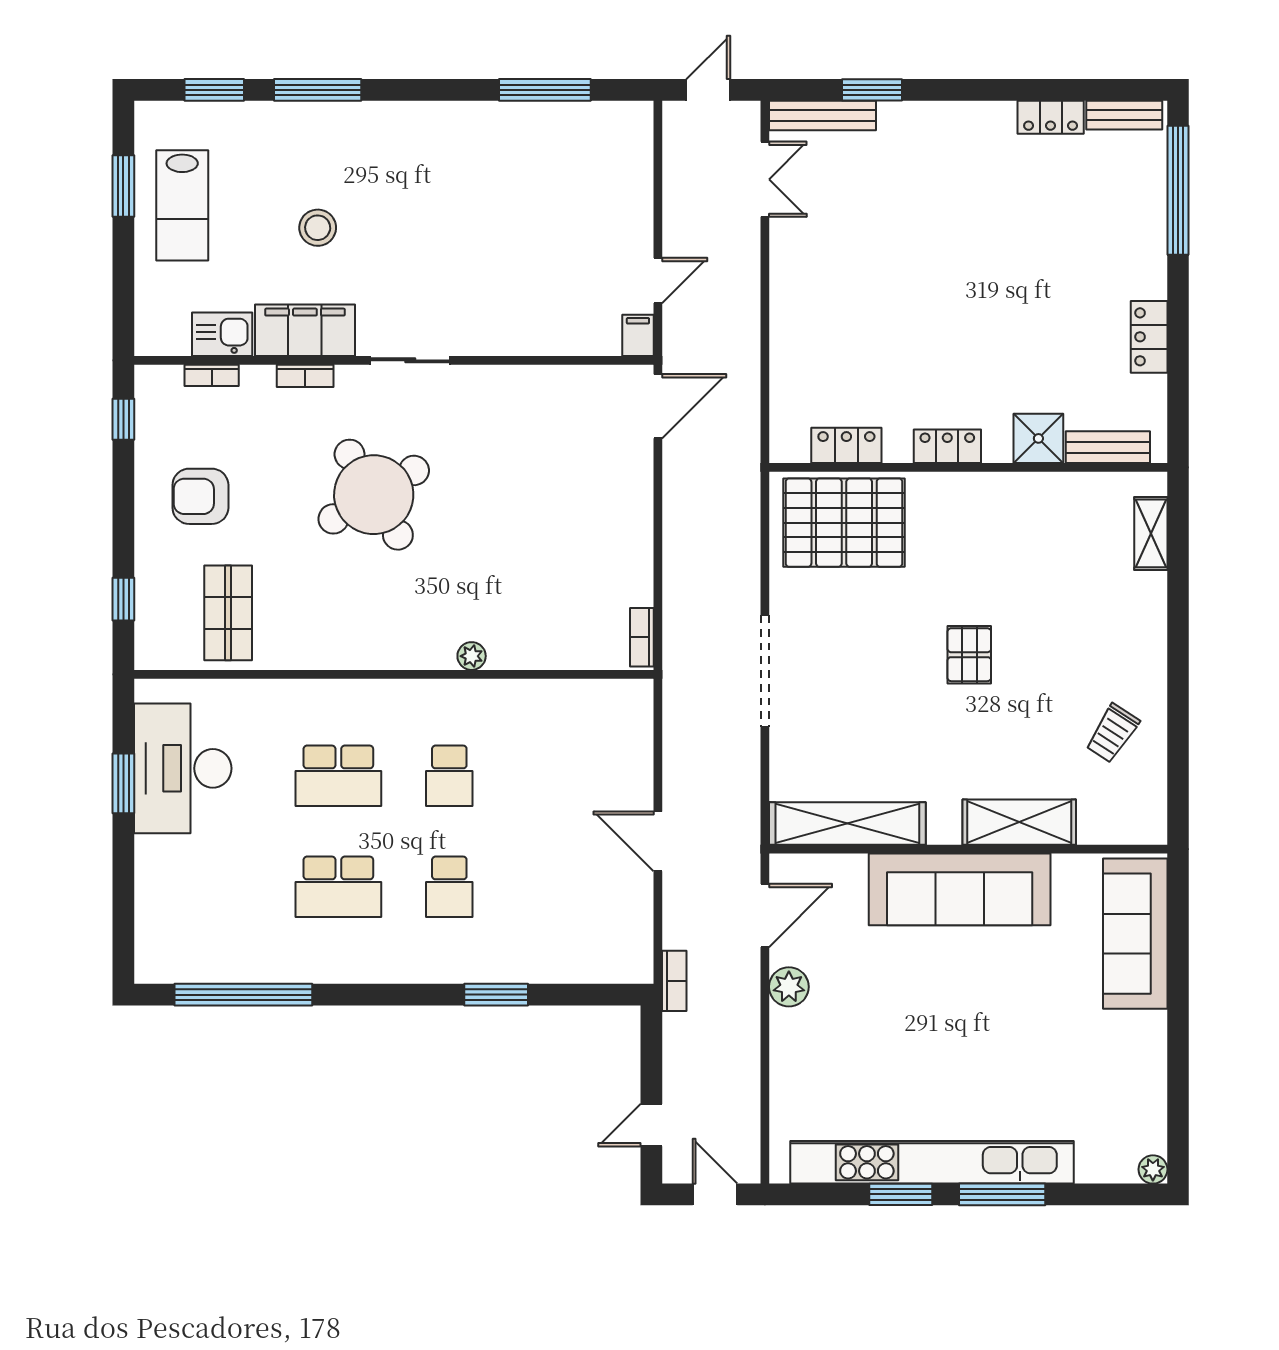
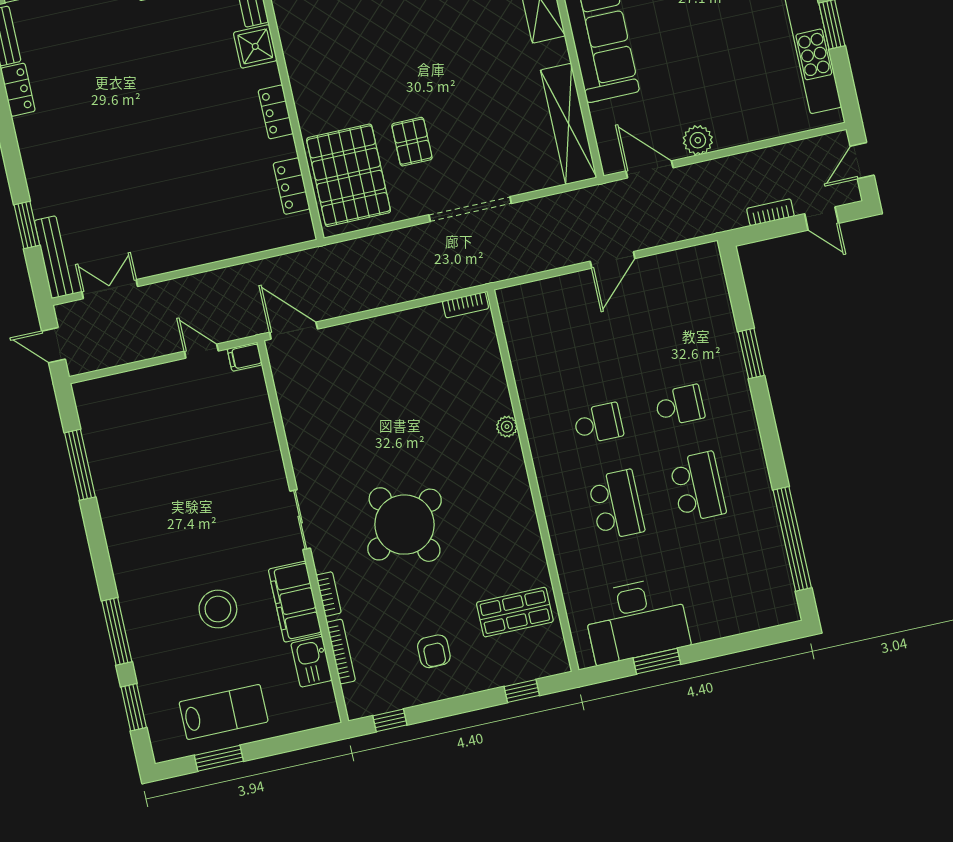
stool: (318, 228) -> (218, 609), width x1.38, depth x1.38
bookcase: (212, 375) -> (341, 652), width x1.56
armchair: (200, 496) -> (434, 651), width x0.72, depth x0.72
pallet: (969, 655) -> (412, 142), moved, turned 90
bookcase: (674, 981) -> (770, 212), moved

